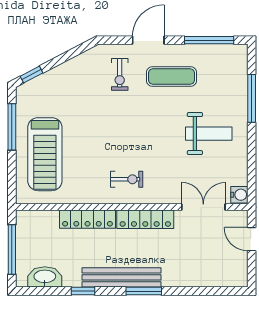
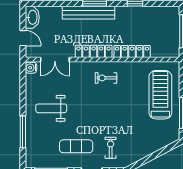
window: (32, 75) -> (169, 148), removed
washbasin: (45, 277) -> (32, 17), moved, turned -90
bench: (121, 277) -> (89, 13), moved

